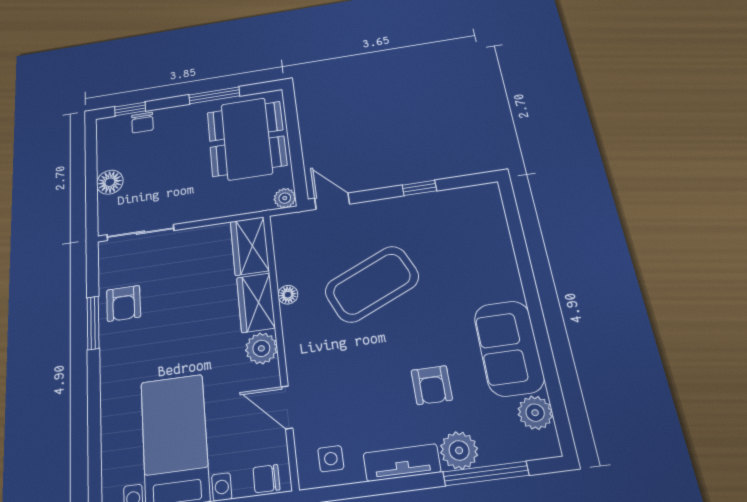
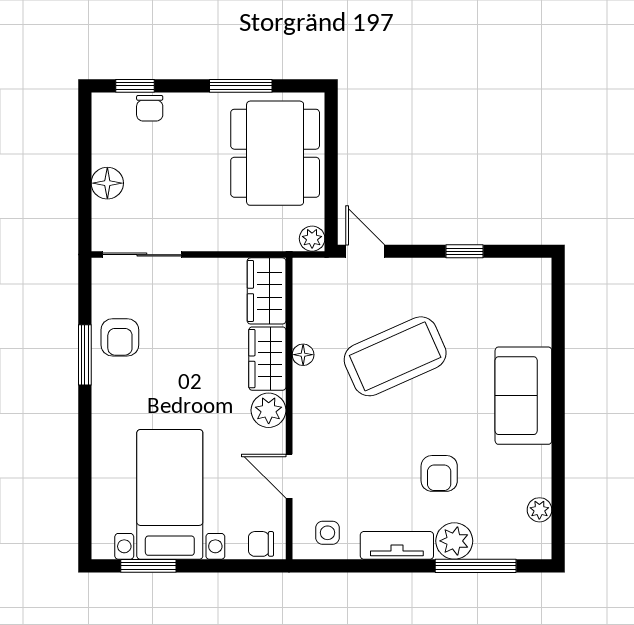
sofa: (509, 348) -> (523, 396), moved
plant: (535, 413) -> (539, 510), width x0.73, depth x0.73

